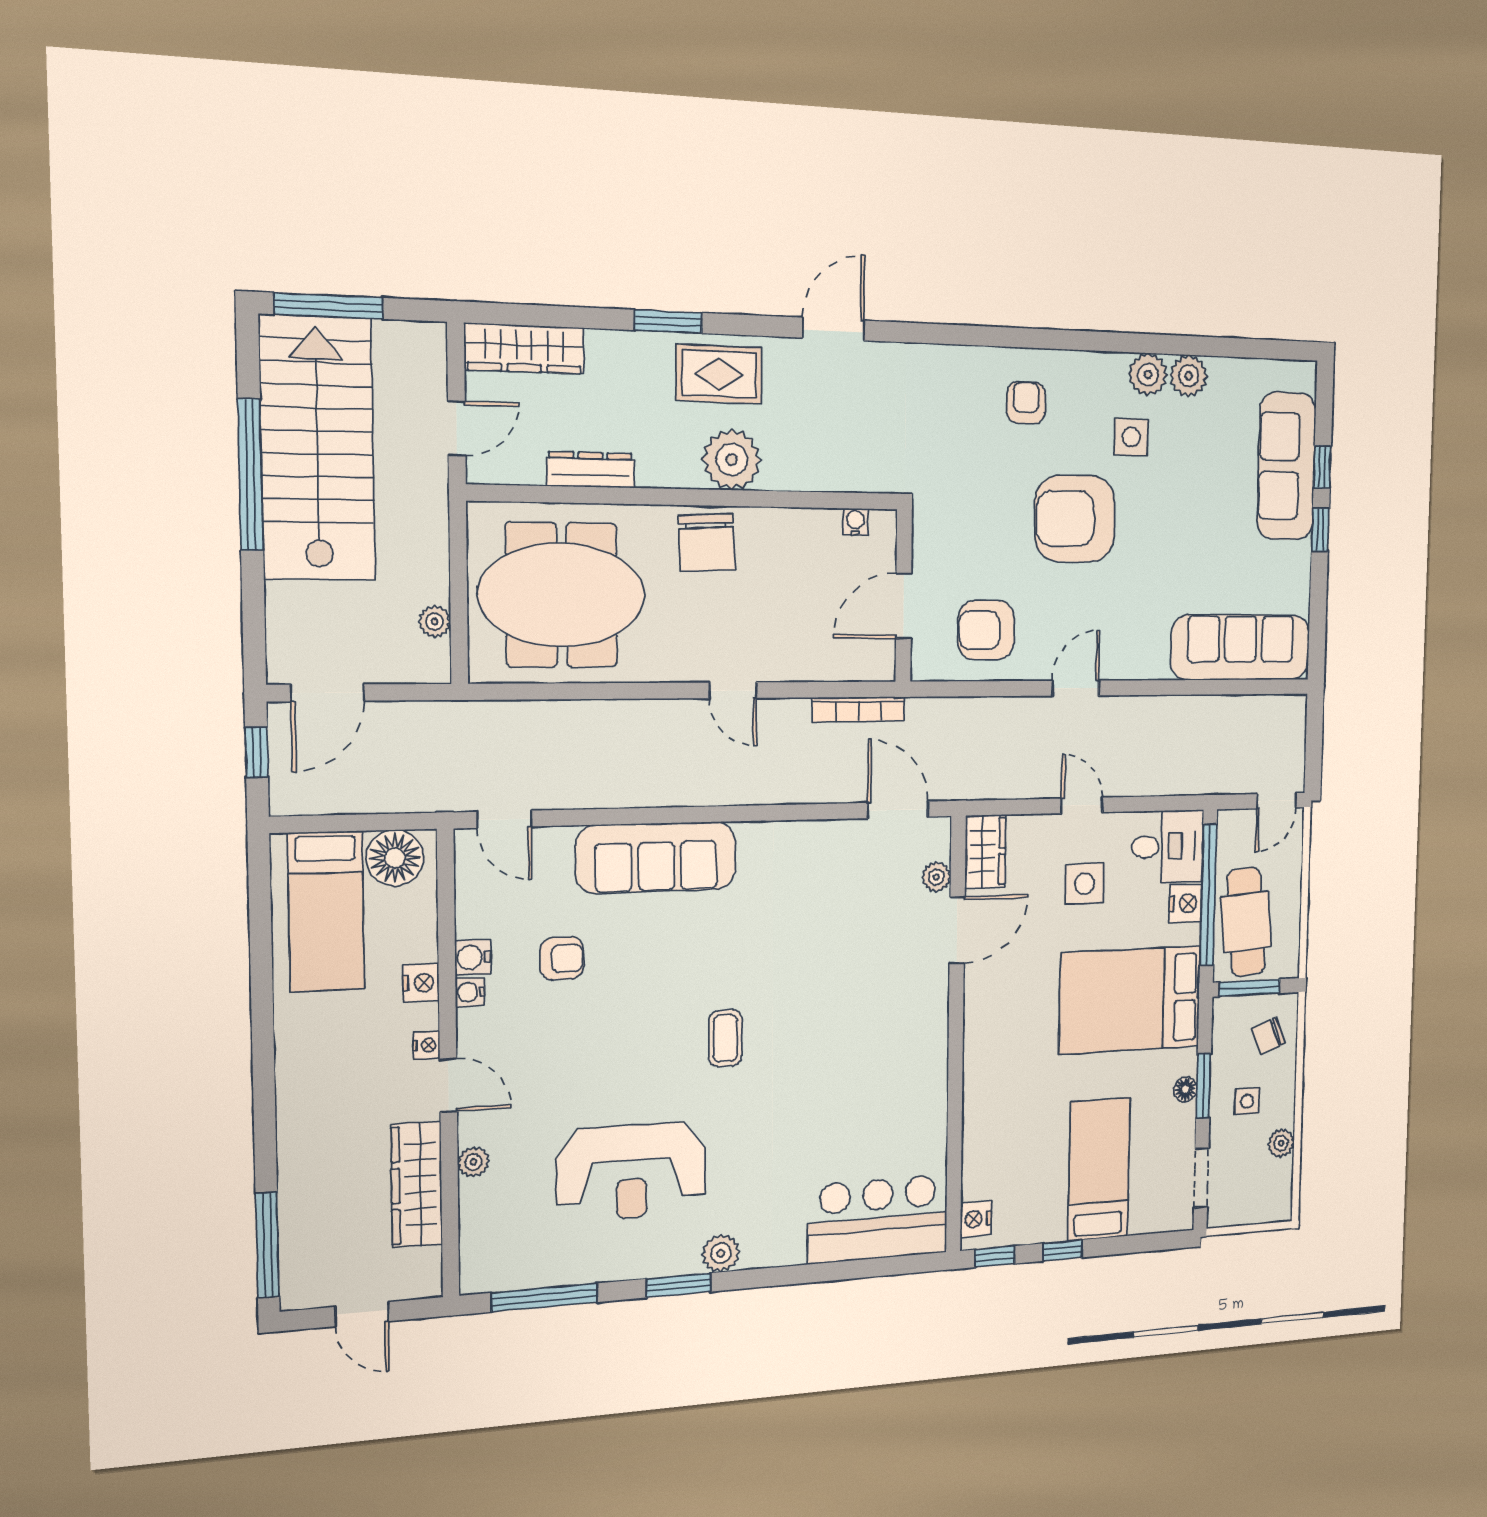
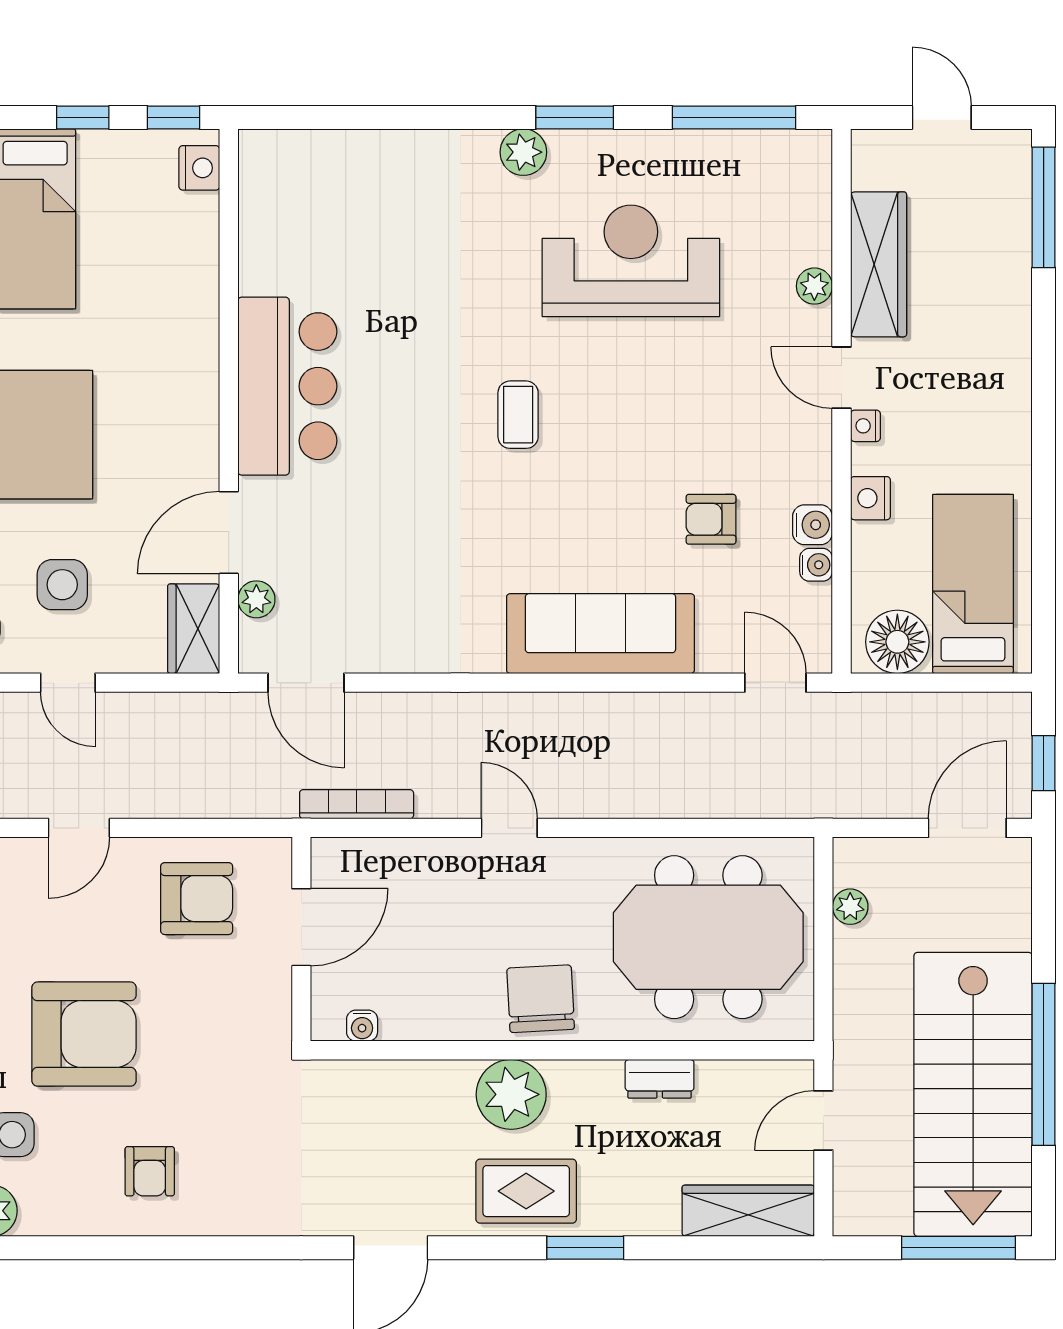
dresser: (591, 470) -> (660, 1079), width x0.70
water cooler: (470, 992) -> (816, 565), moved
bar counter: (878, 1219) -> (287, 386), moved, turned -90

